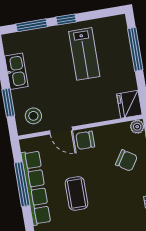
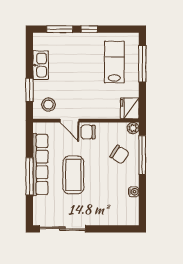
lab bench: (84, 54) -> (114, 62), moved, turned 180
window: (22, 184) -> (29, 176), moved
coffee table: (77, 193) -> (73, 175), width x1.36, depth x1.32

